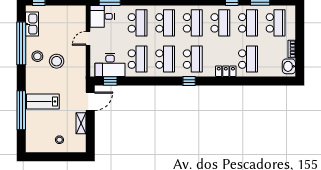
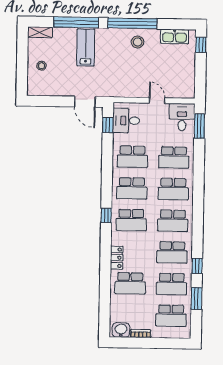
window: (21, 43) -> (132, 23), moved
stool: (57, 61) -> (132, 64), removed
desk: (110, 65) -> (126, 121), width x0.73
shelving: (81, 123) -> (40, 32), moved

